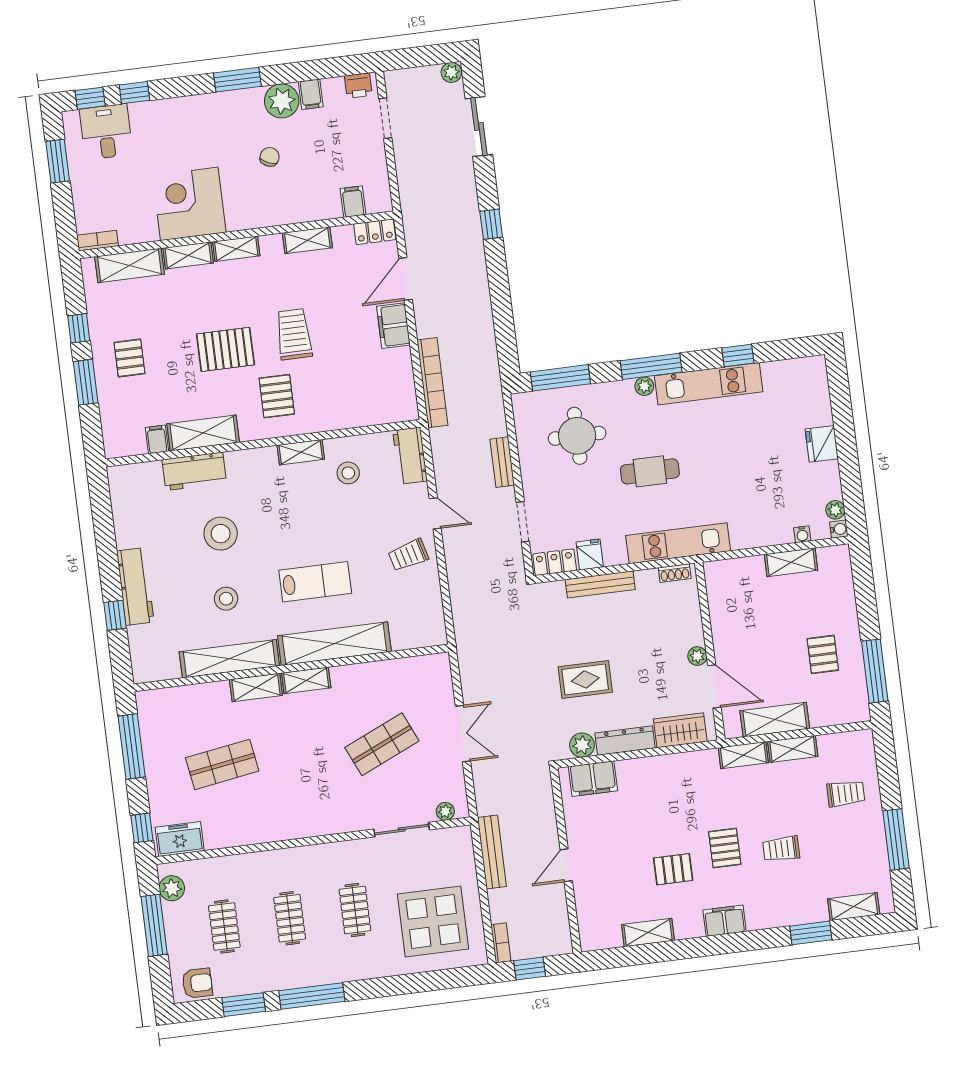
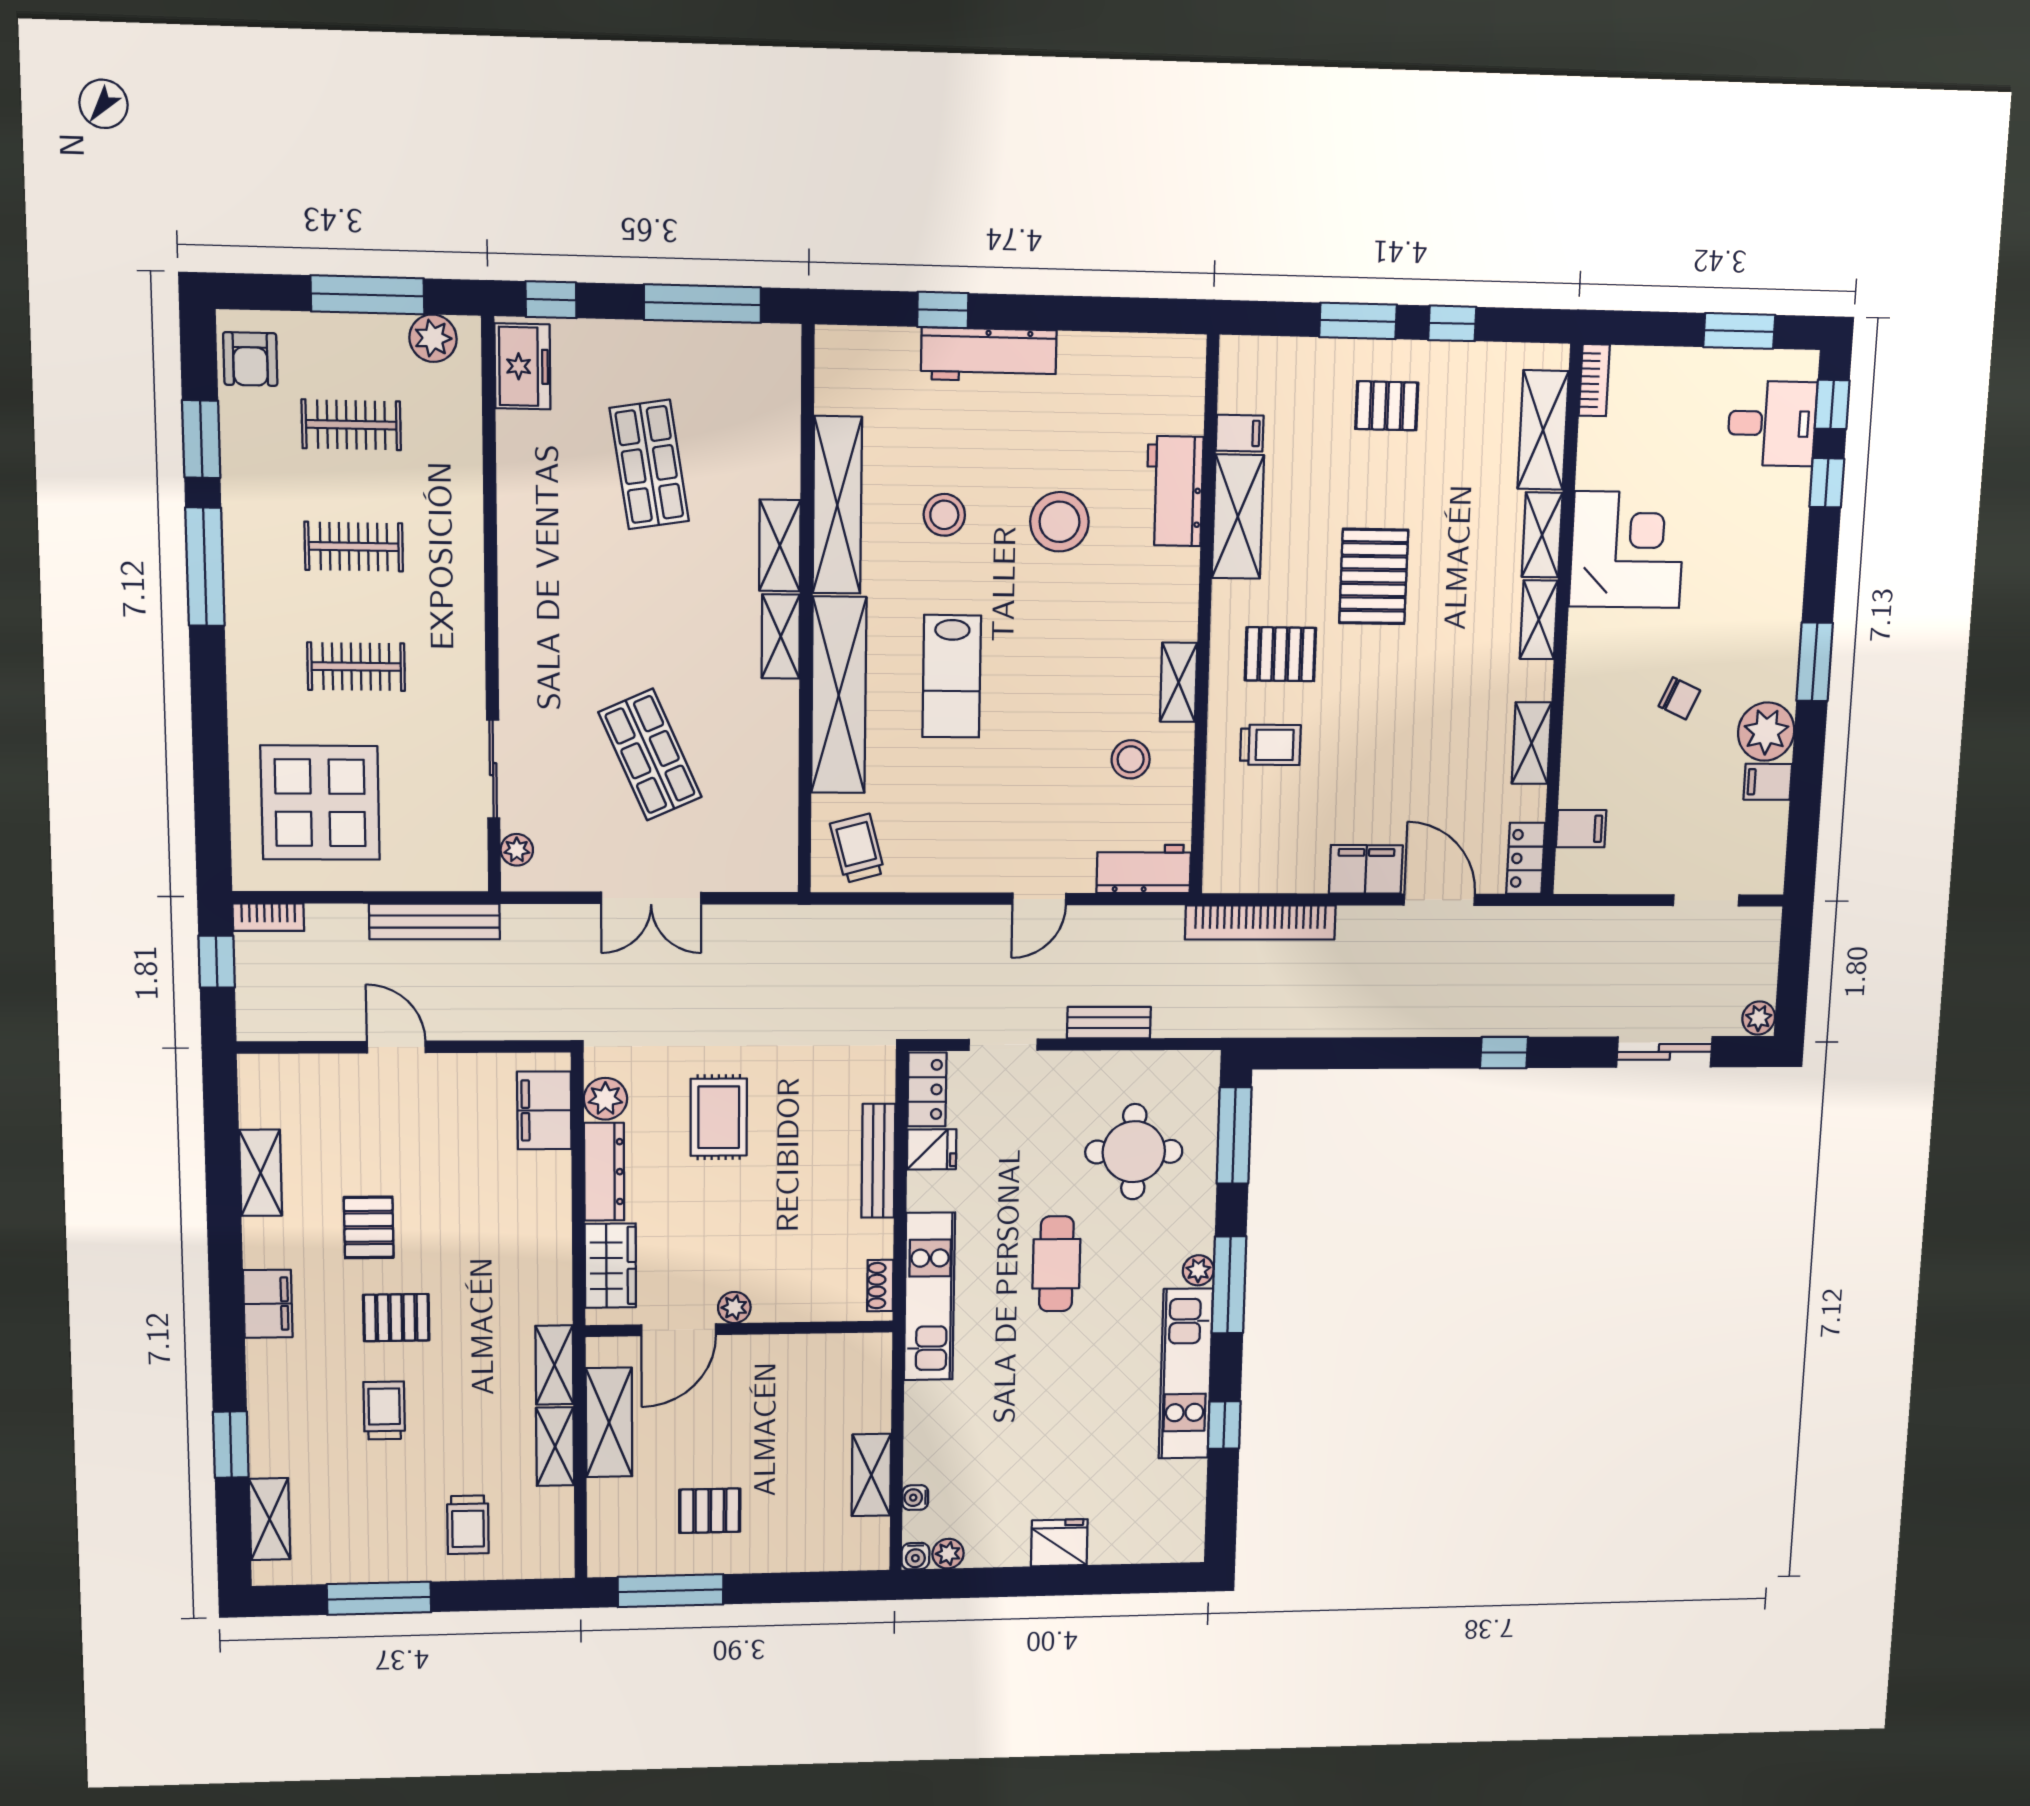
printer: (358, 86) -> (1767, 863), removed
trolley: (294, 334) -> (1270, 745), moved, width x0.73, depth x0.72
trolley: (408, 555) -> (857, 848), moved

